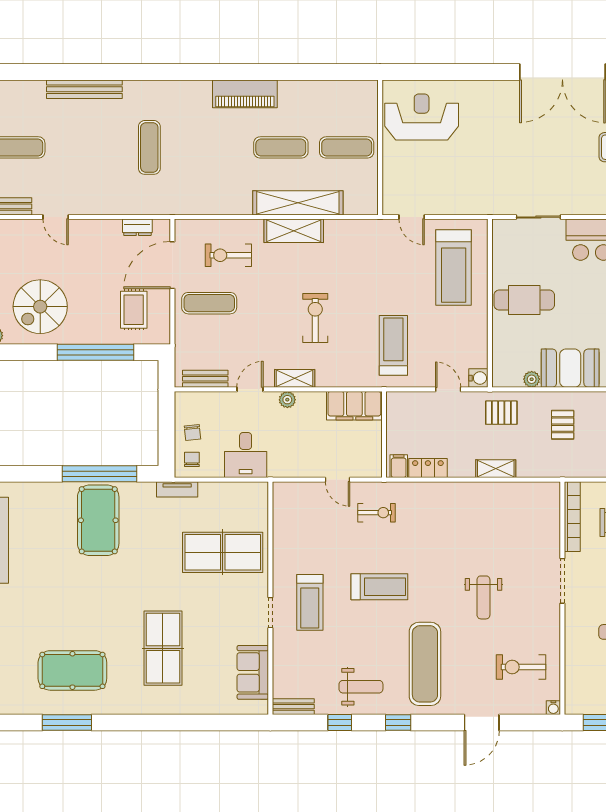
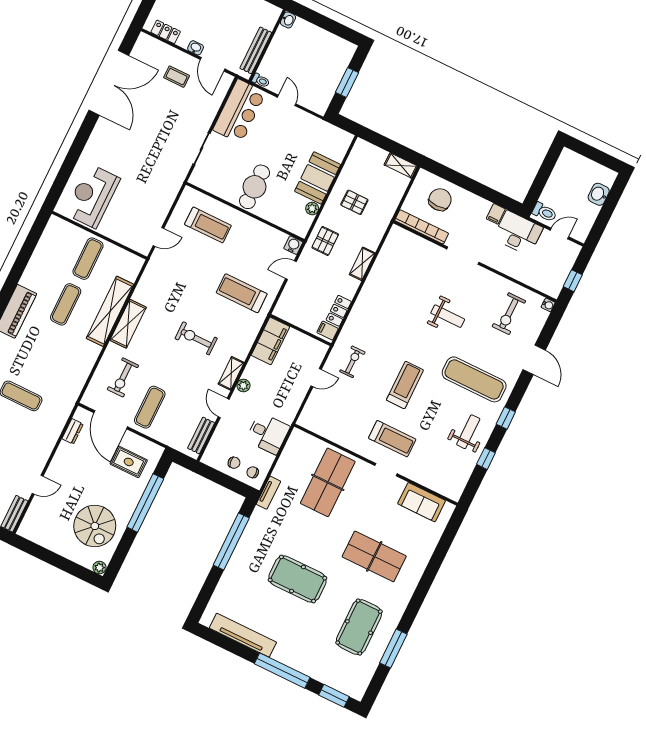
treadmill: (454, 268) -> (208, 225), width x0.73, depth x0.73
pool table: (98, 520) -> (297, 579), moved
bench: (293, 707) -> (459, 486), removed

